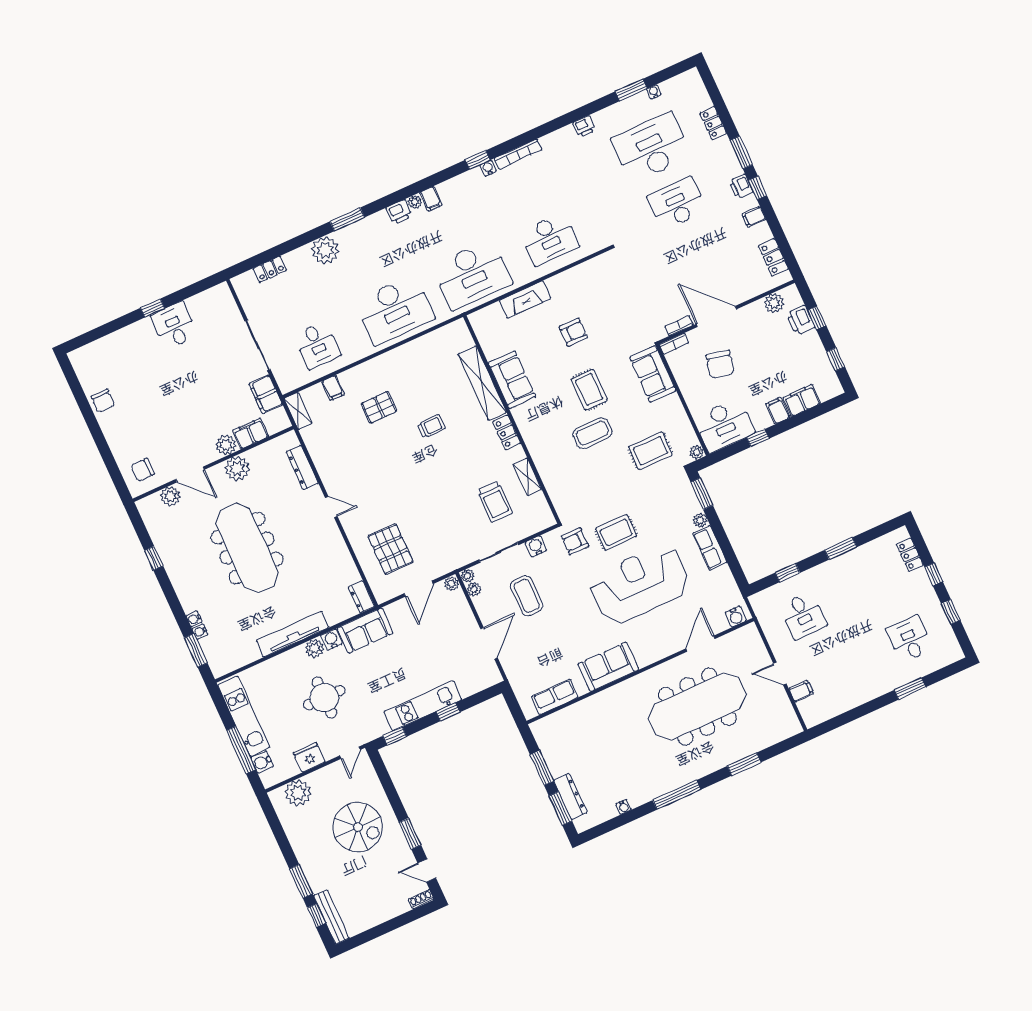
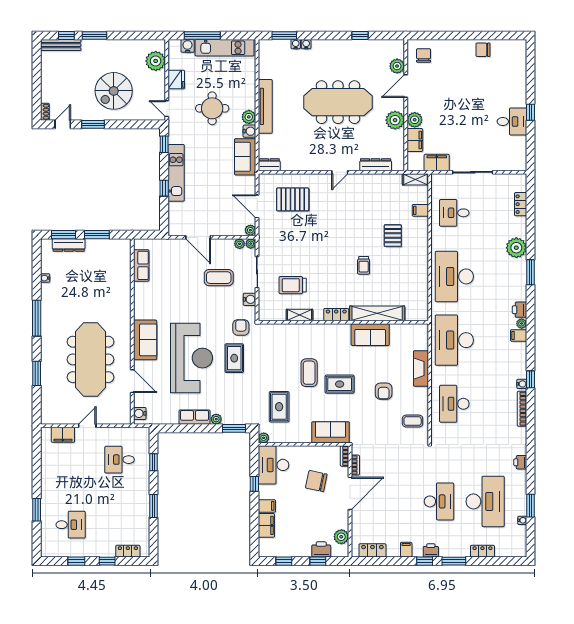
coffee table: (594, 280) -> (413, 421), added
sofa: (608, 667) -> (145, 340), moved
filing cabinet: (801, 691) -> (63, 435), width x2.00

